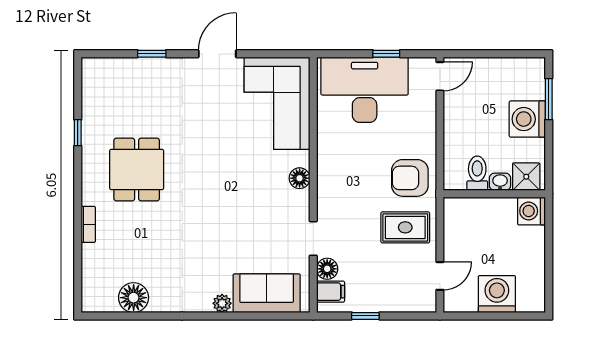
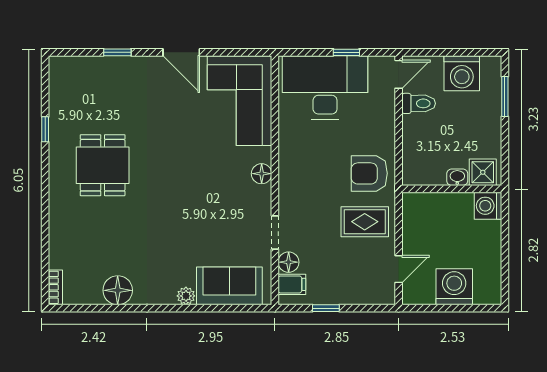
door: (217, 54) -> (181, 52), swing flipped
washing machine: (527, 119) -> (462, 73), moved, turned -90
toilet: (477, 173) -> (419, 103), moved, turned 90
bookcase: (88, 224) -> (55, 287), moved
floor lamp: (134, 298) -> (118, 290), moved

